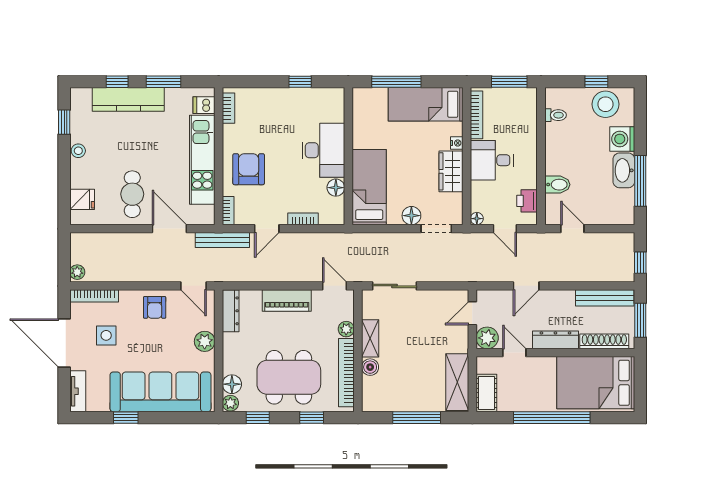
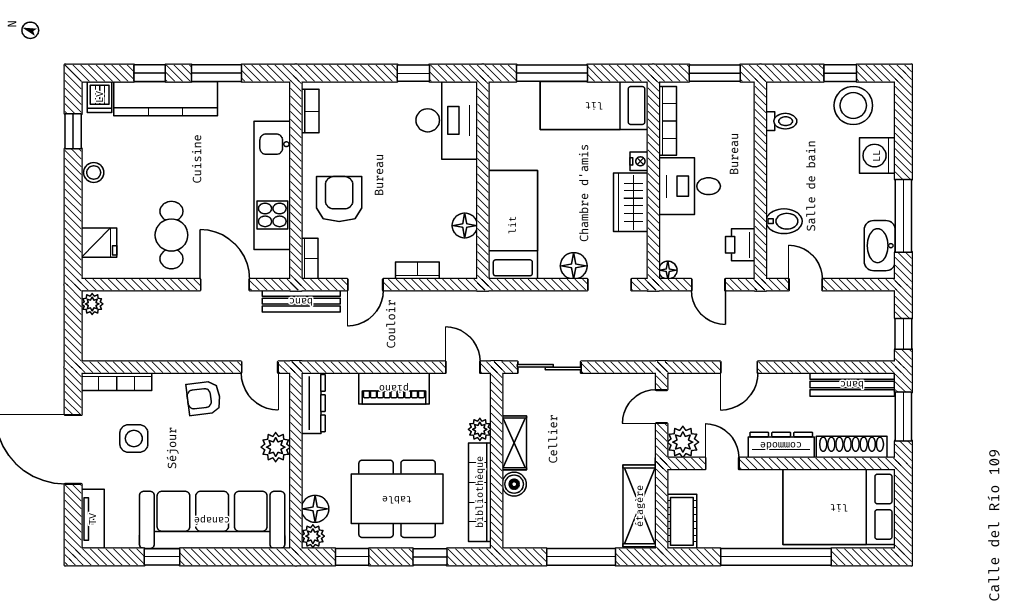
dishwasher: (204, 105) -> (100, 97), moved, turned -90
desk: (323, 150) -> (447, 120), moved
washbasin: (624, 170) -> (880, 246), moved
plant: (77, 272) -> (92, 304), moved
armchair: (155, 307) -> (204, 398), turned 83

